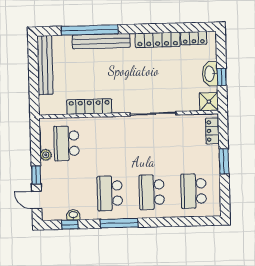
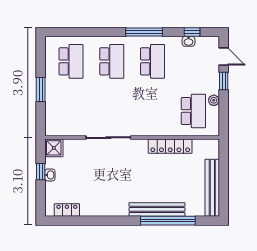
locker: (158, 40) -> (102, 209), removed
washbasin: (210, 74) -> (50, 175), width x0.52, depth x0.69
locker: (212, 131) -> (51, 119), removed

